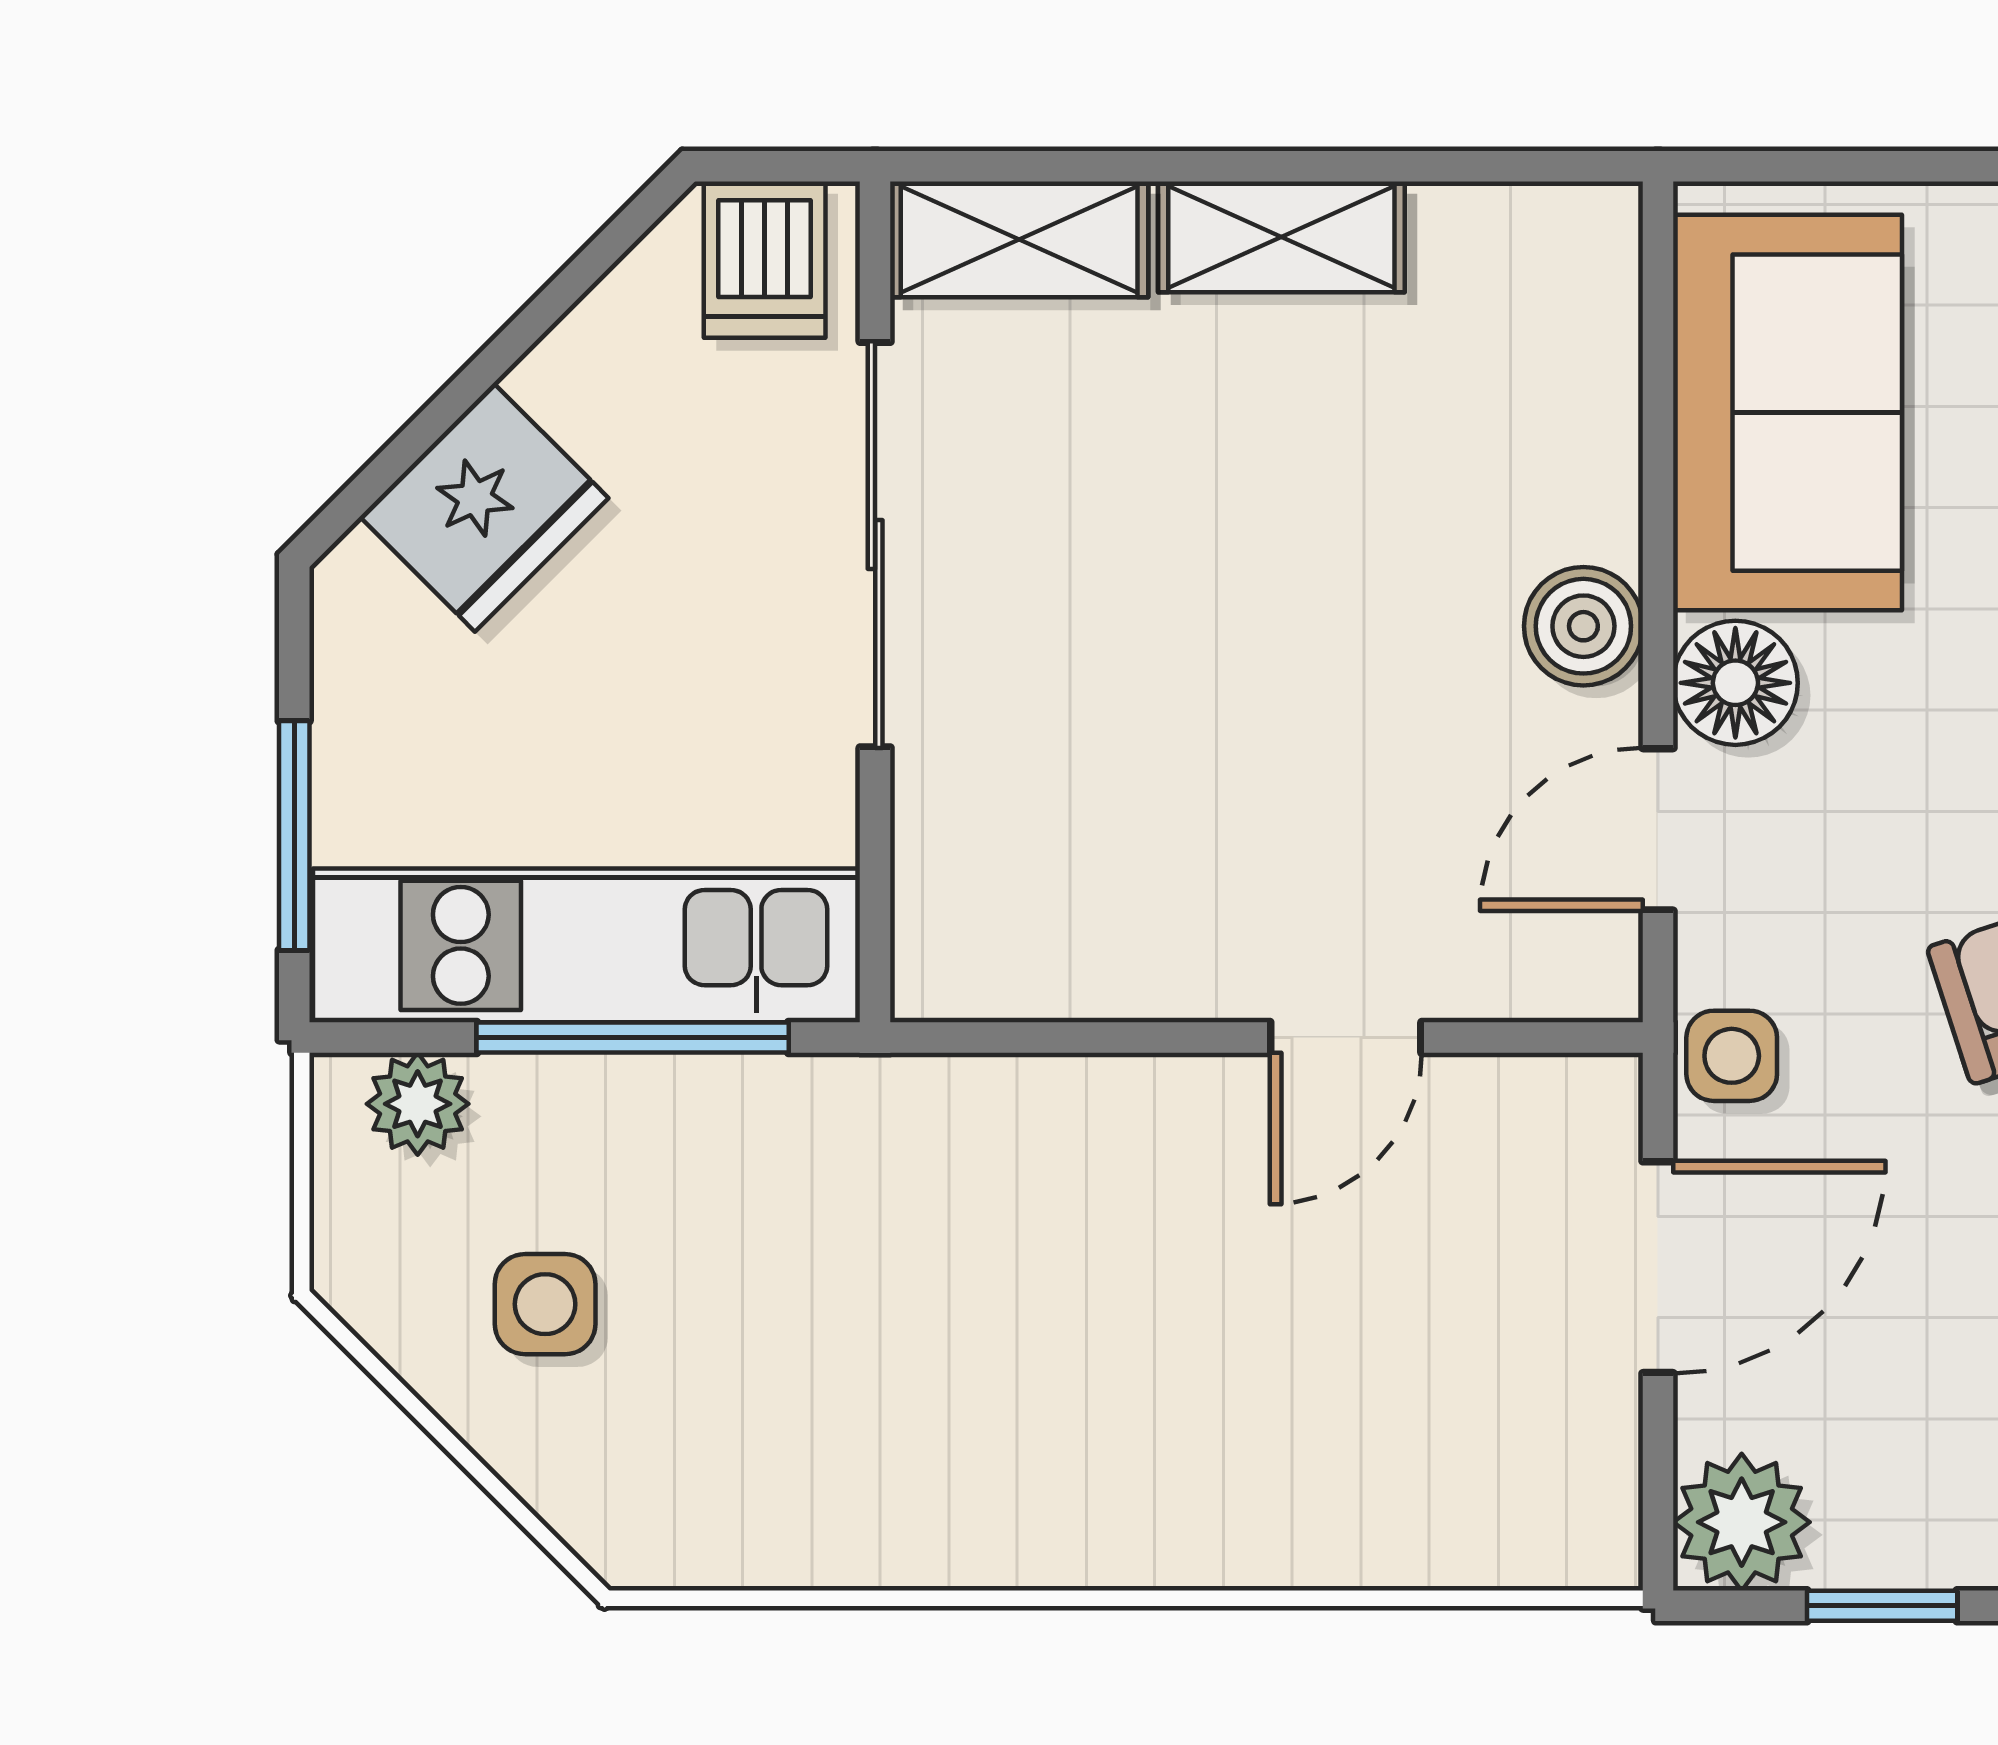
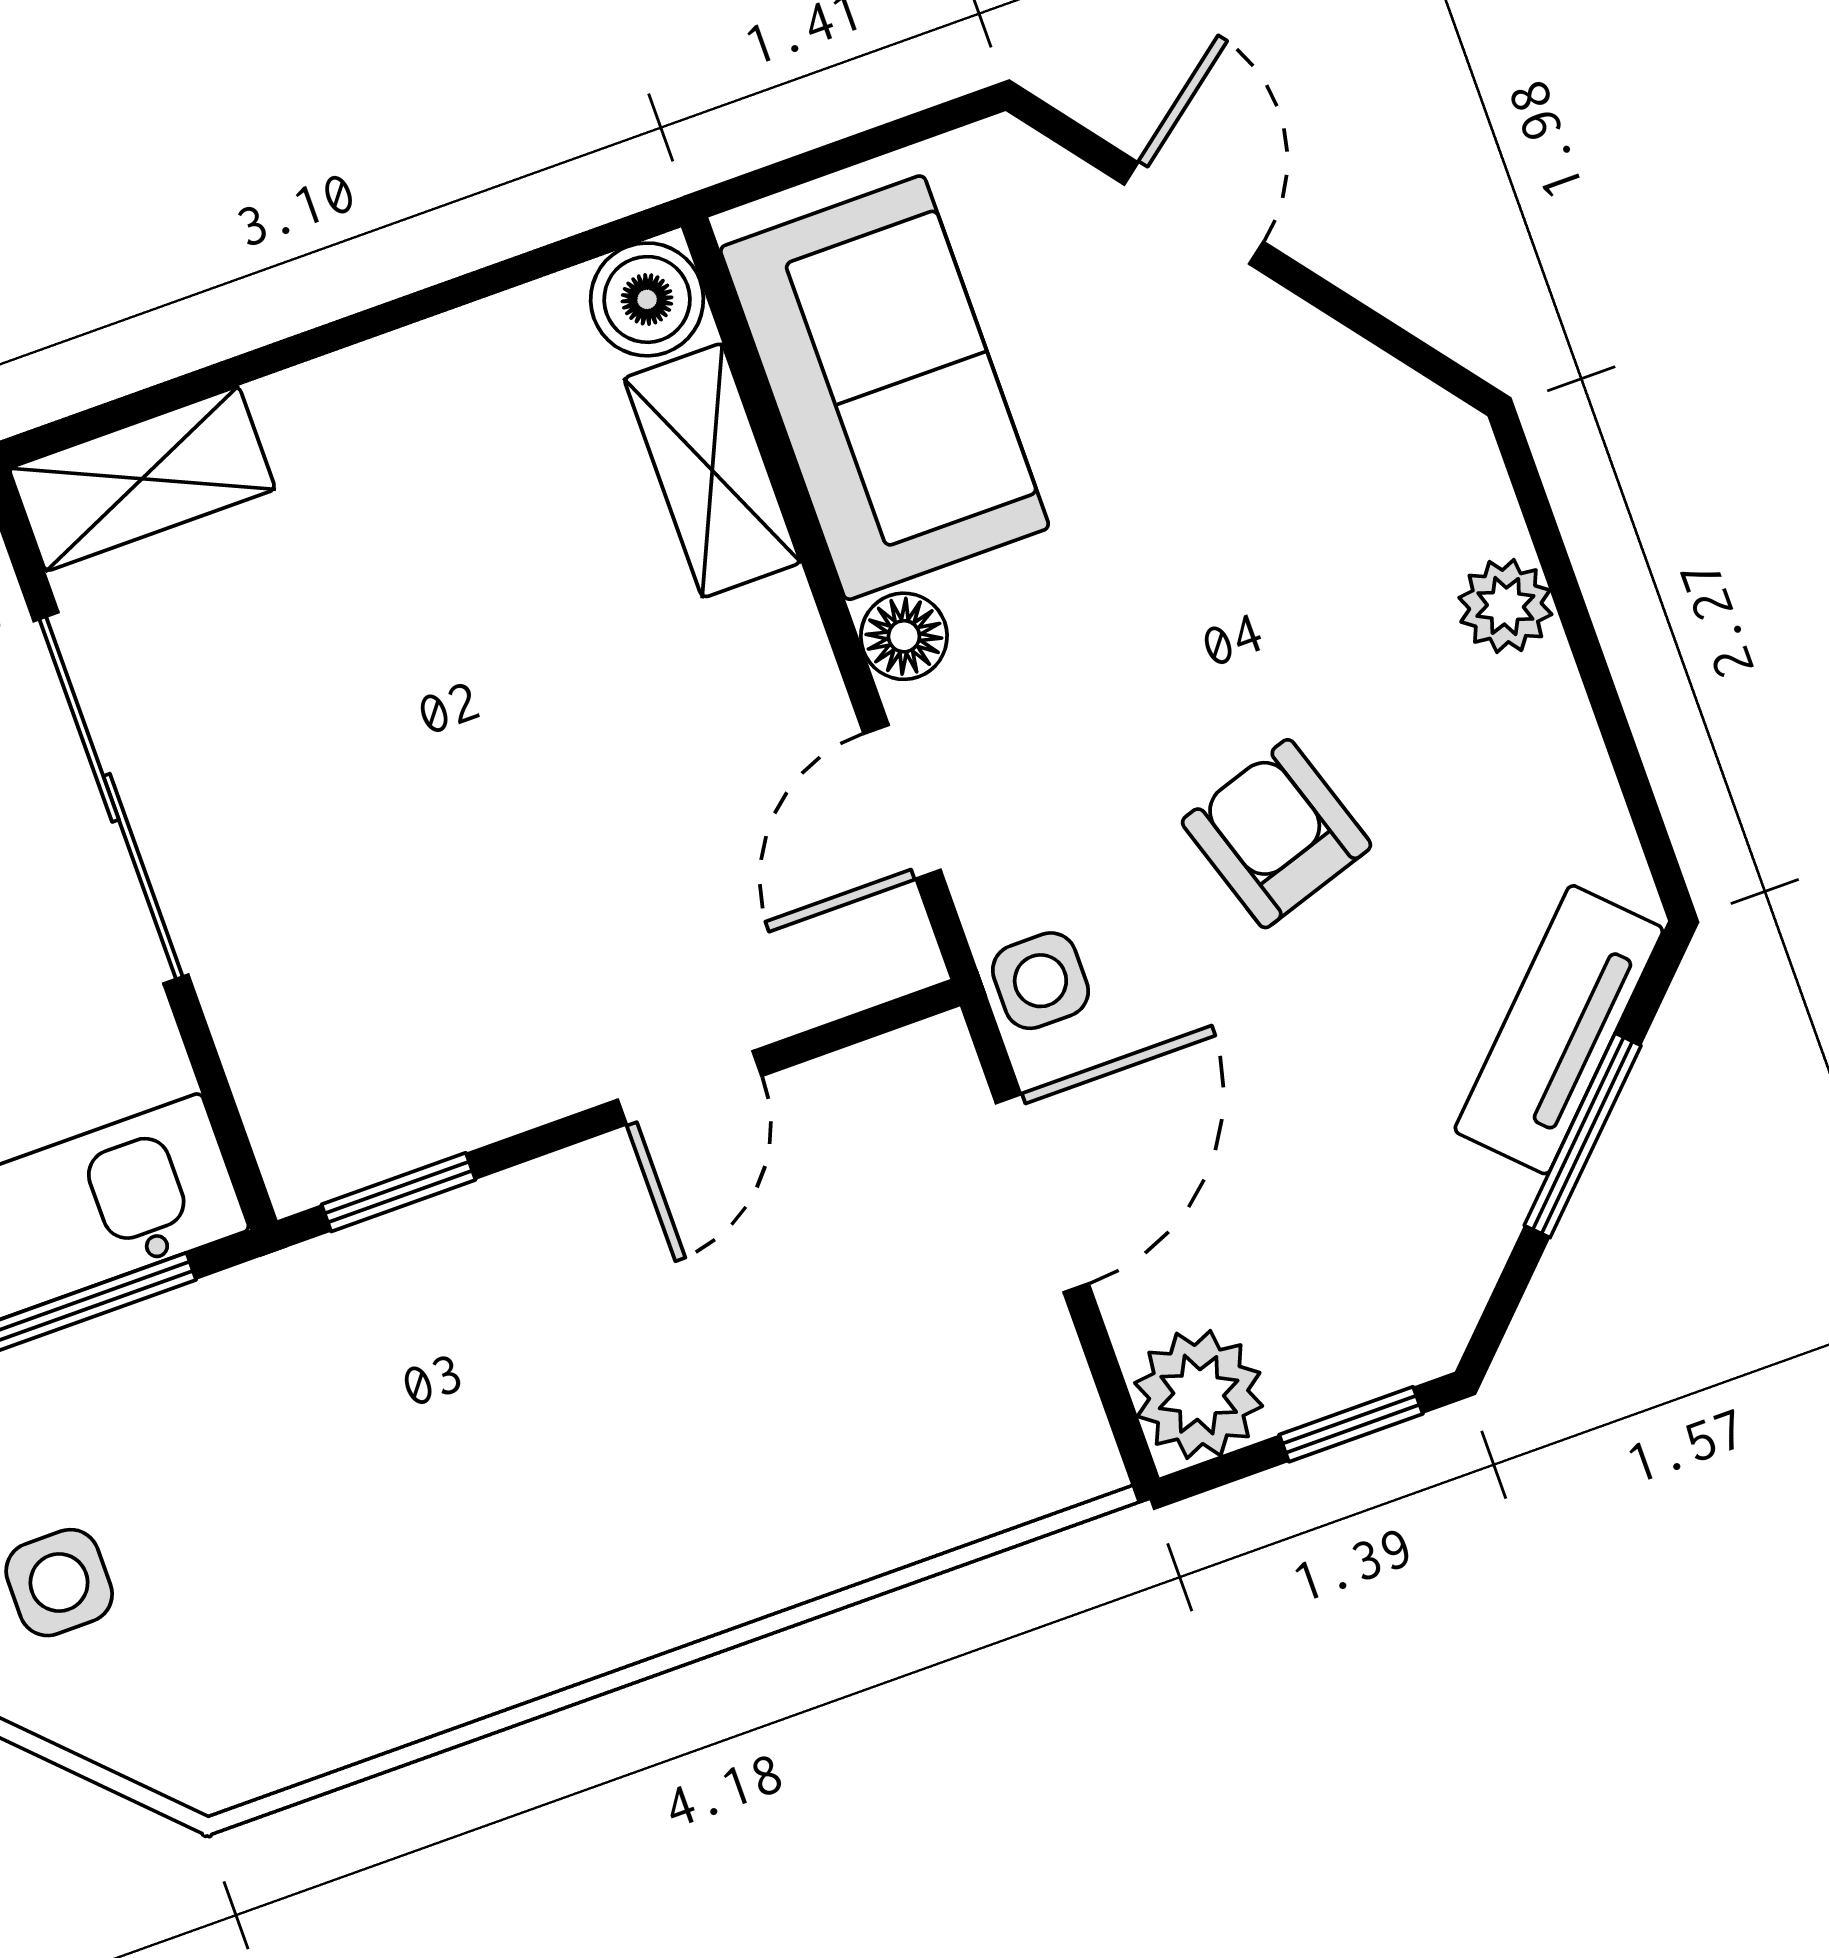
shelving: (1281, 237) -> (712, 470), moved, turned 90
boiler: (1583, 626) -> (647, 299), moved
floor lamp: (1735, 683) -> (904, 636), width x0.73, depth x0.73
window: (1020, 1038) -> (399, 1192), added

